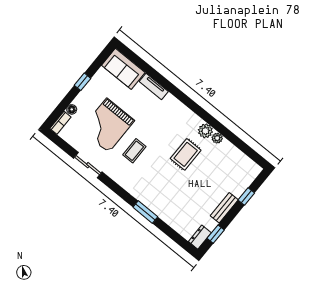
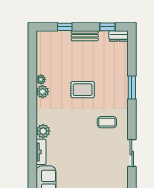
plant: (170, 103) -> (43, 131), added
grand piano: (108, 125) -> (93, 162), removed
coffee table: (134, 151) -> (107, 122), moved
rug: (186, 154) -> (83, 90), moved

